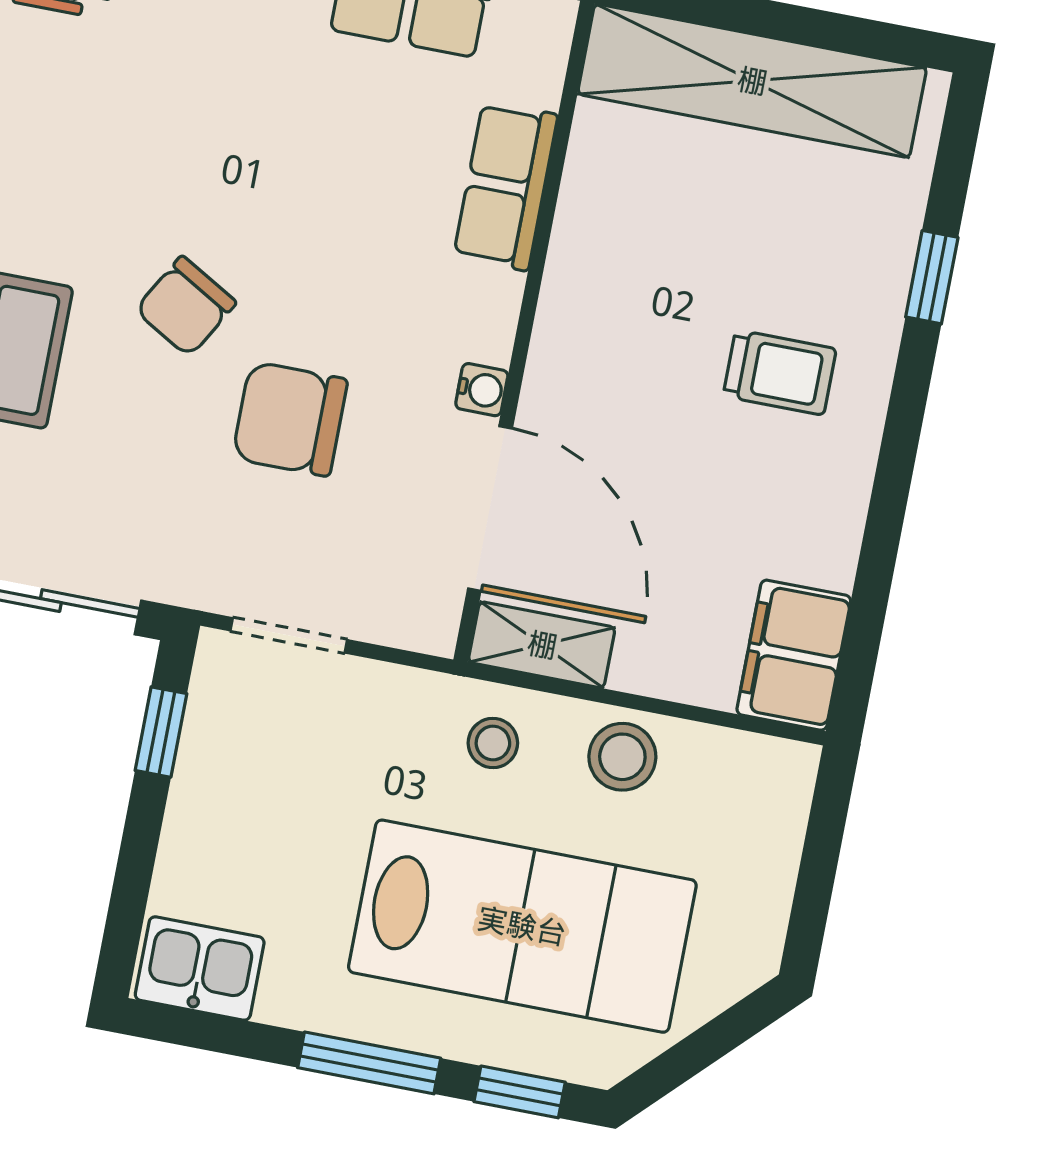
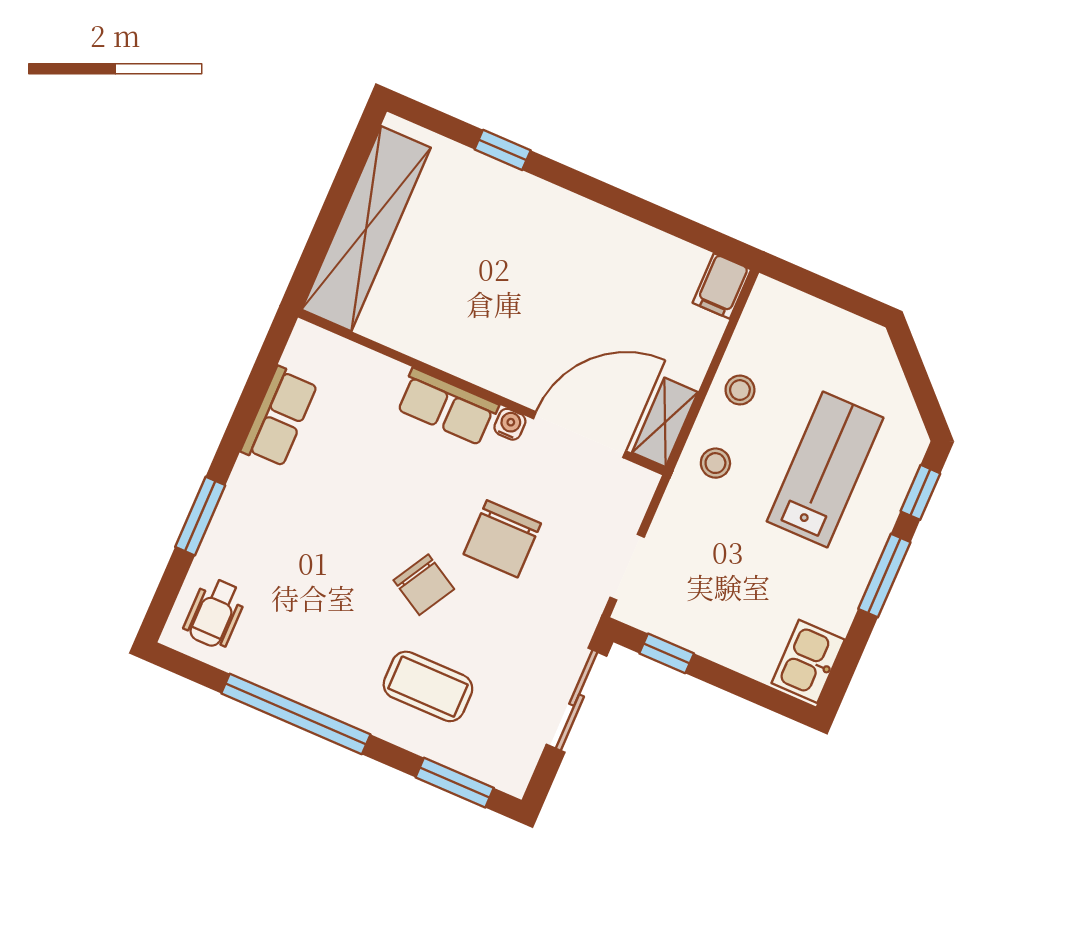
row of seats: (506, 186) -> (447, 407), moved
trolley: (780, 372) -> (538, 250), removed
filing cabinet: (794, 655) -> (722, 286), width x0.50
stool: (622, 757) -> (740, 390), width x0.73, depth x0.73
lab bench: (522, 926) -> (825, 469), width x0.73, depth x0.72

